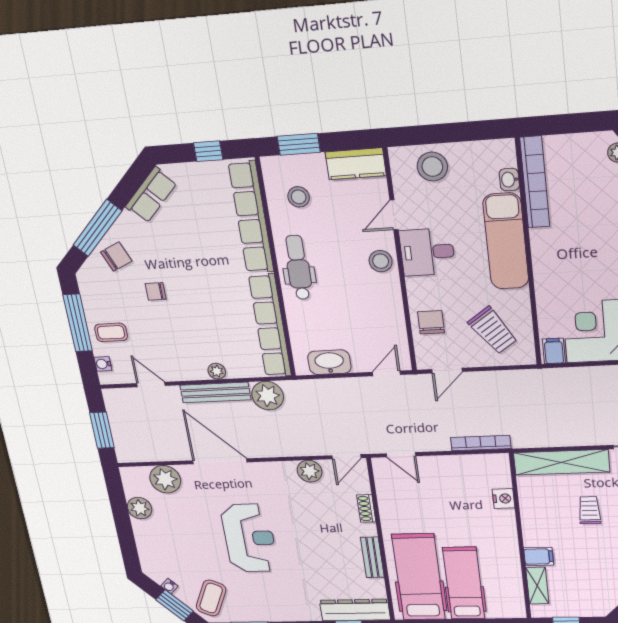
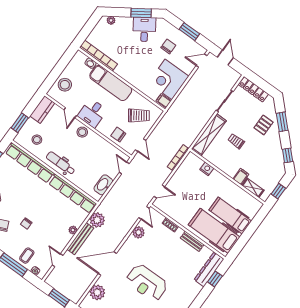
door: (151, 384) -> (58, 260), hinge flipped
reception desk: (249, 538) -> (147, 283), turned 180

